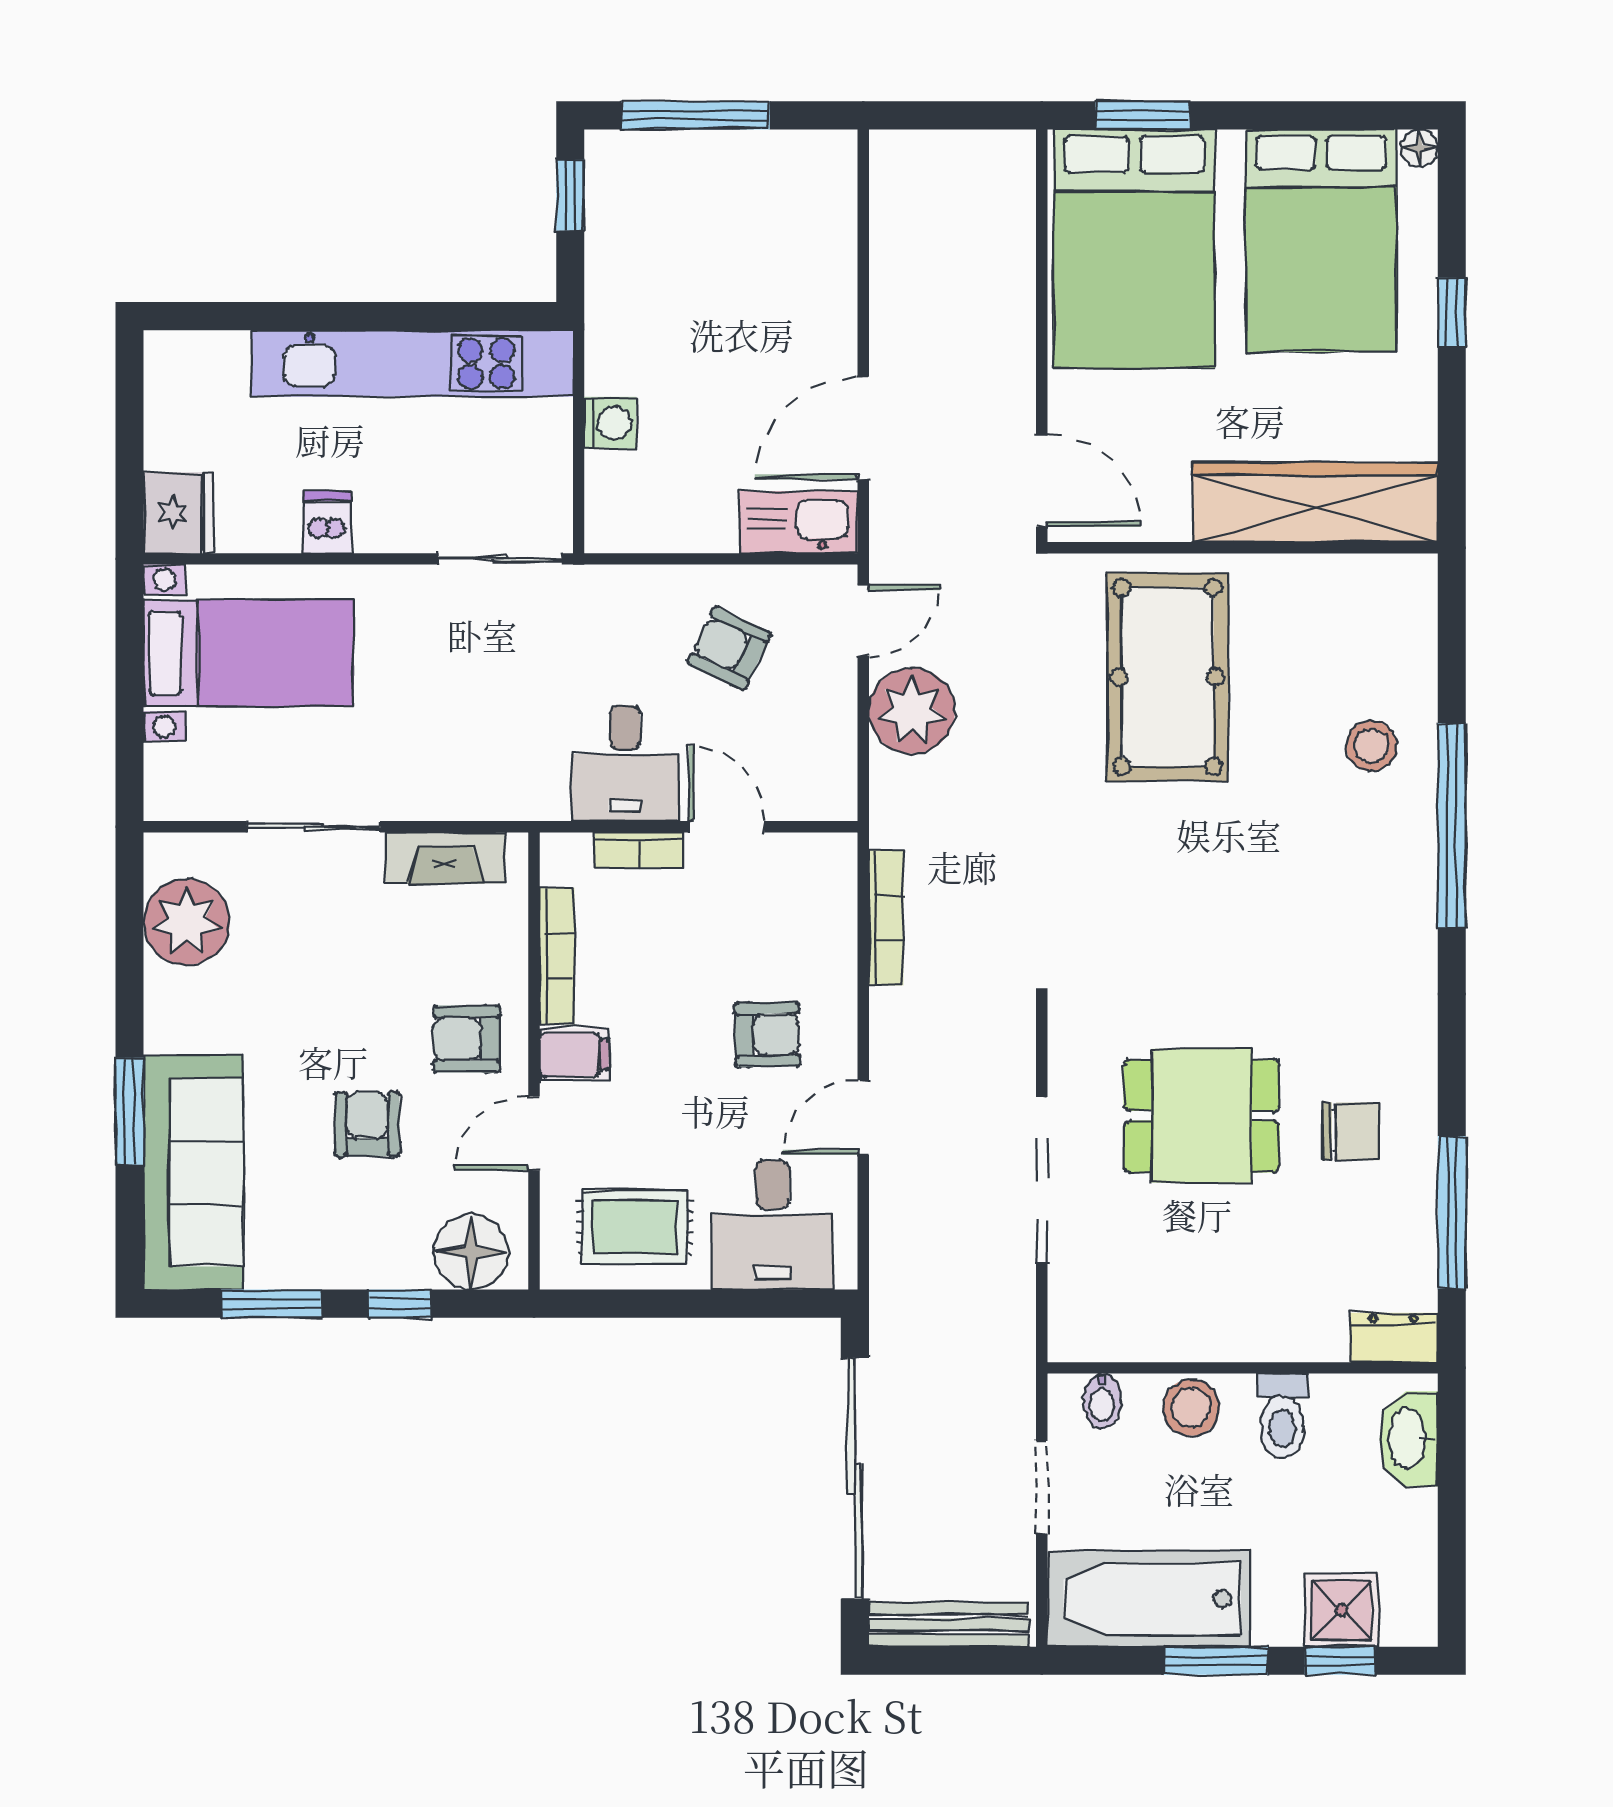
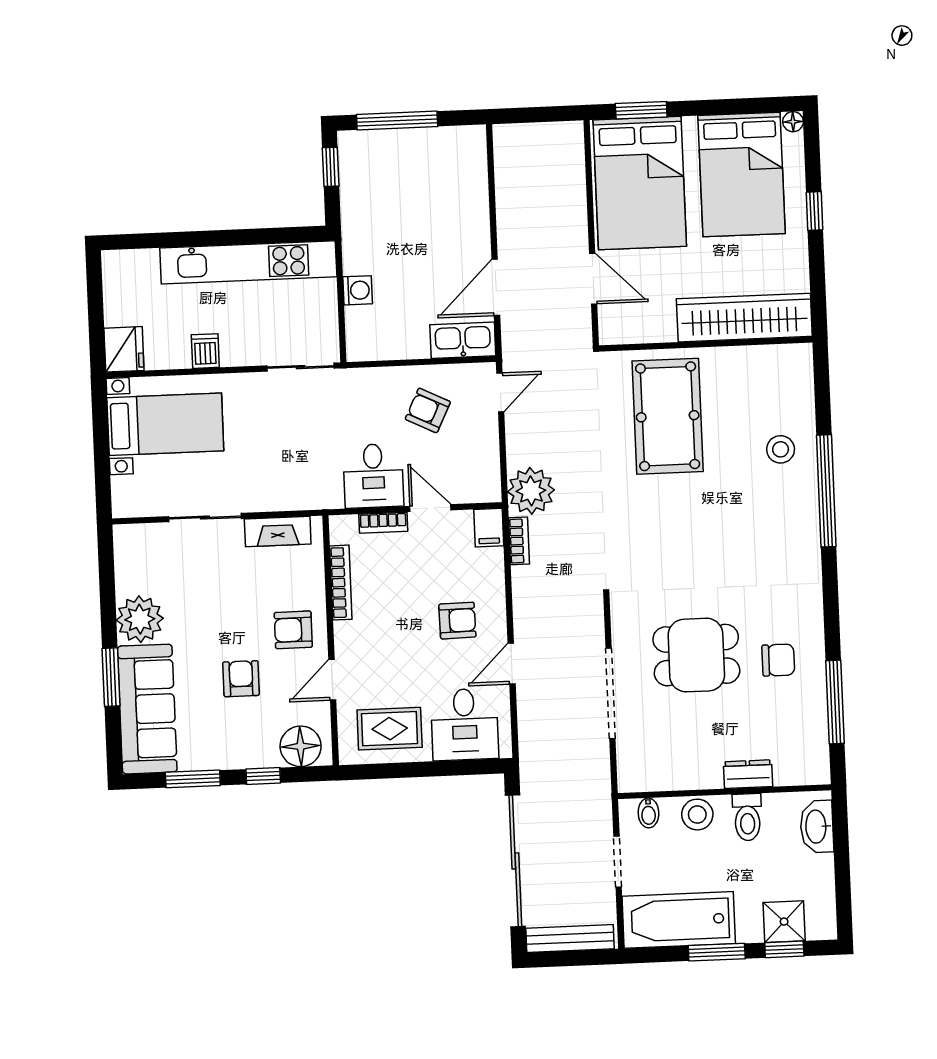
door: (1042, 480) -> (593, 279), moved
plant: (912, 711) -> (531, 491), moved
bookcase: (886, 918) -> (519, 541), width x0.64
plant: (187, 922) -> (140, 619), moved
filing cabinet: (574, 1054) -> (489, 528), moved, turned 90
dresser: (1394, 1338) -> (748, 774), moved

